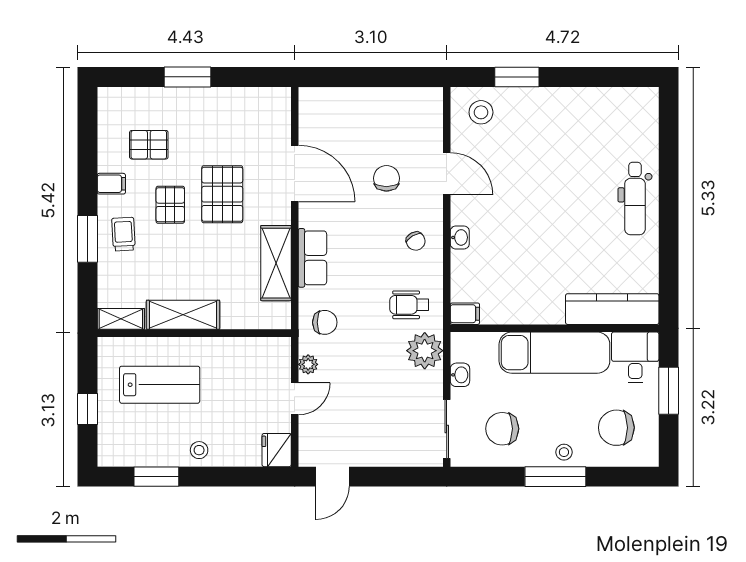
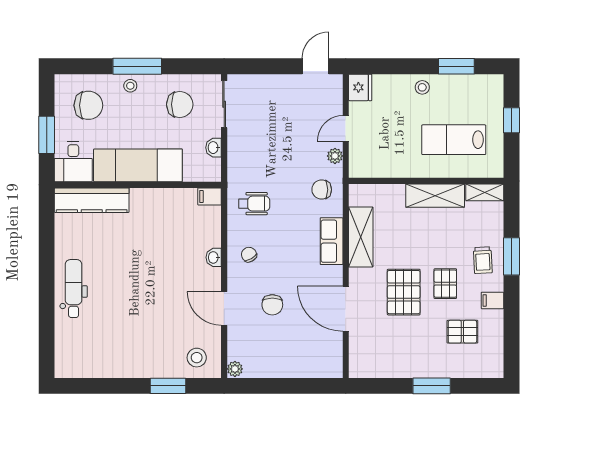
plant: (425, 351) -> (235, 369), moved, width x0.53, depth x0.53

